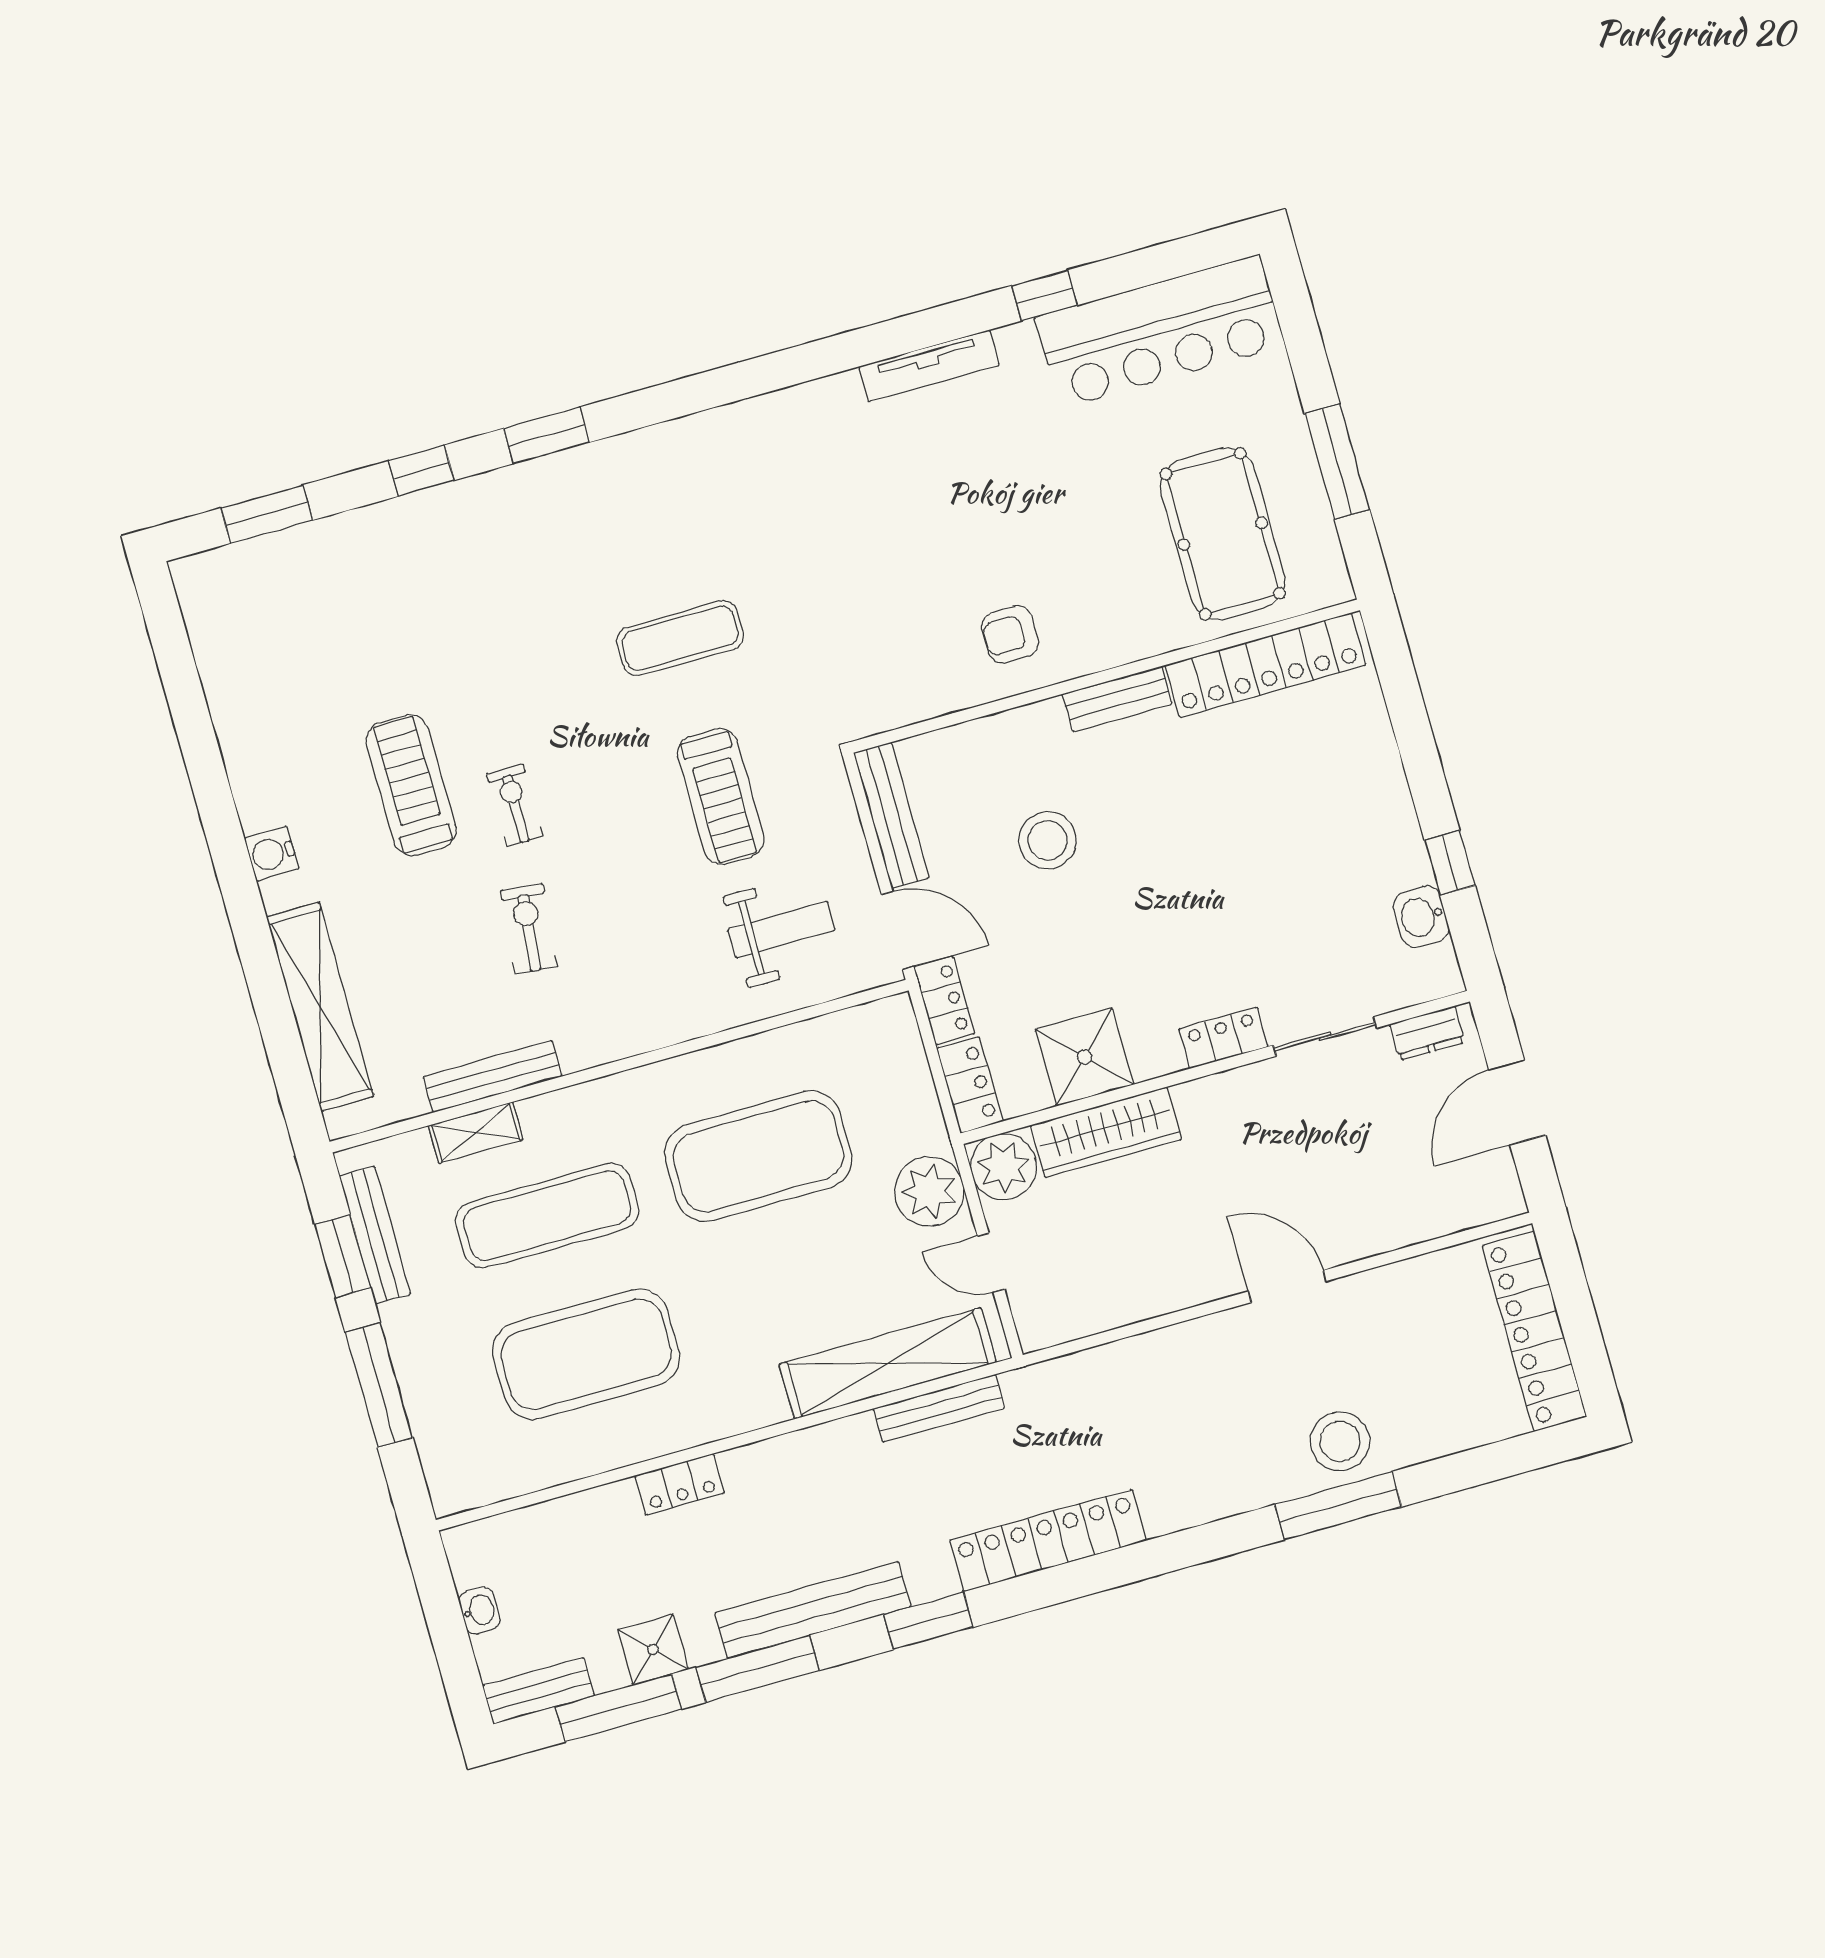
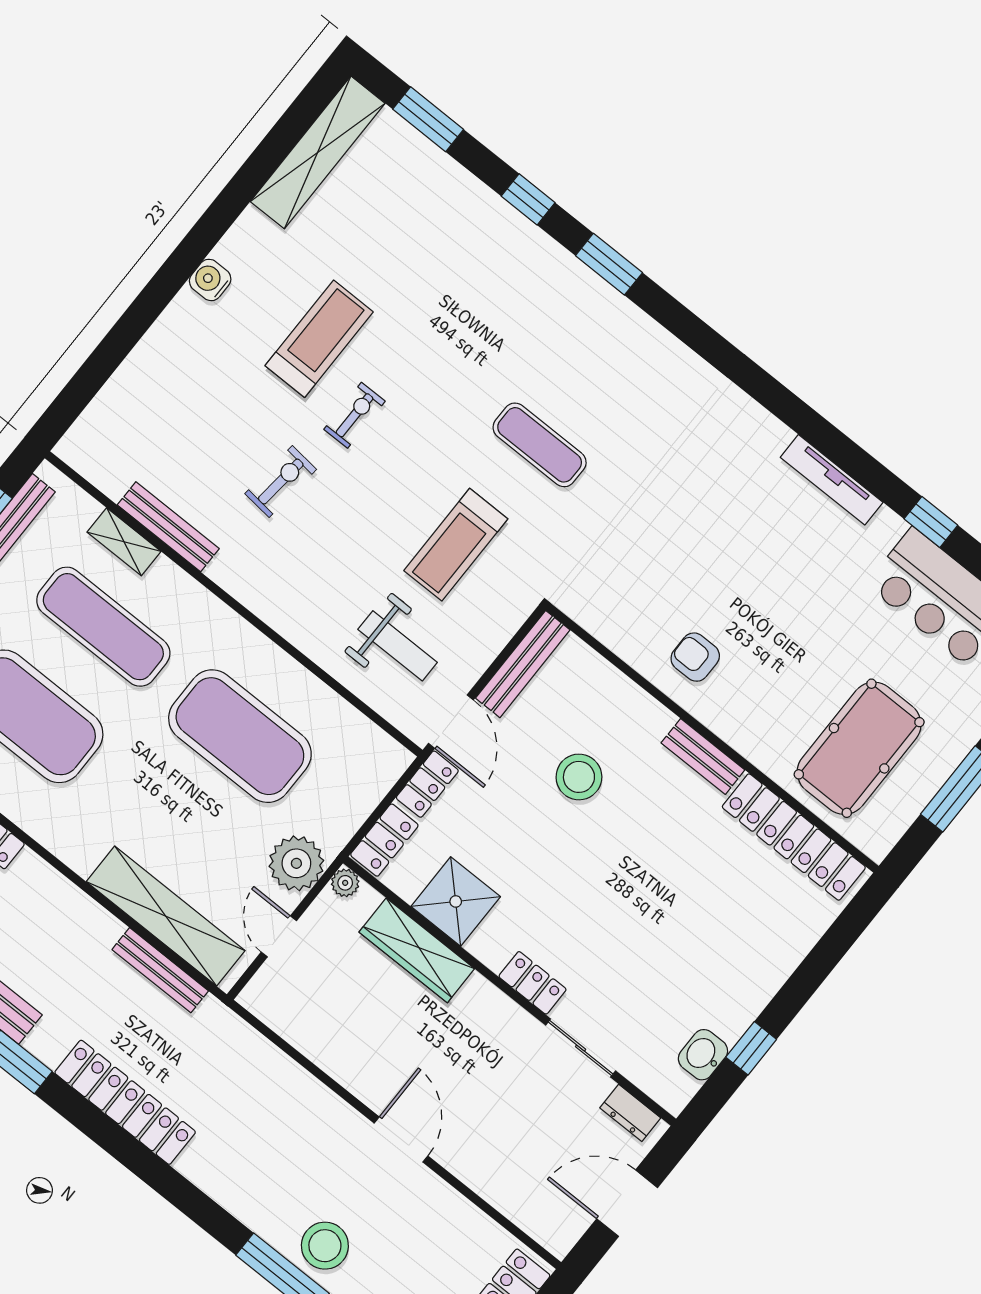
shelving: (320, 1007) -> (318, 152), moved
plant: (1004, 1167) -> (345, 883), width x0.53, depth x0.53

